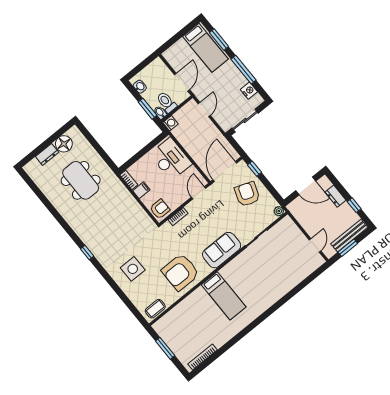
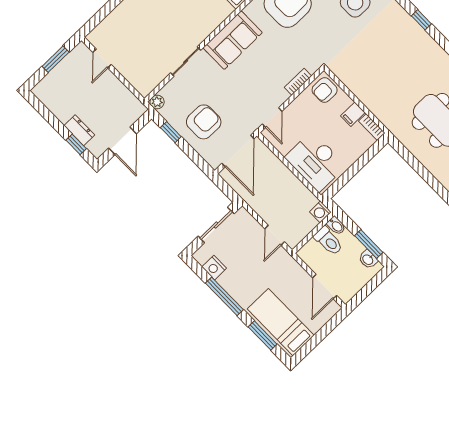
door: (182, 82) -> (325, 287), moved
window: (148, 109) -> (369, 244), moved
window: (255, 169) -> (171, 132), moved
door: (306, 186) -> (122, 141), swing flipped
armchair: (247, 194) -> (204, 122), turned -110
window: (354, 205) -> (76, 144), moved
bench: (349, 236) -> (55, 76), removed

